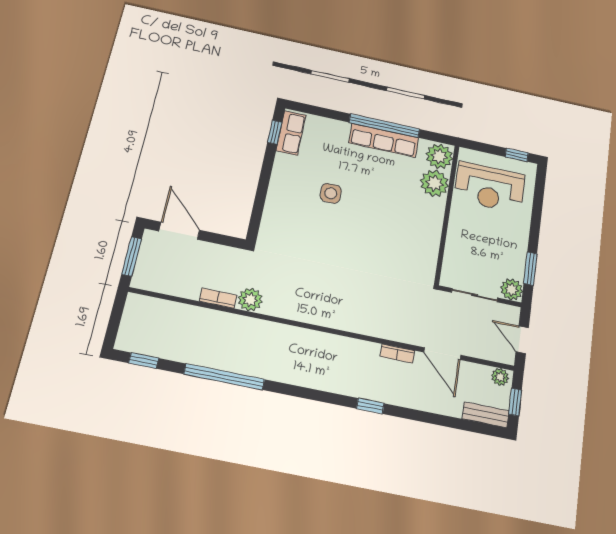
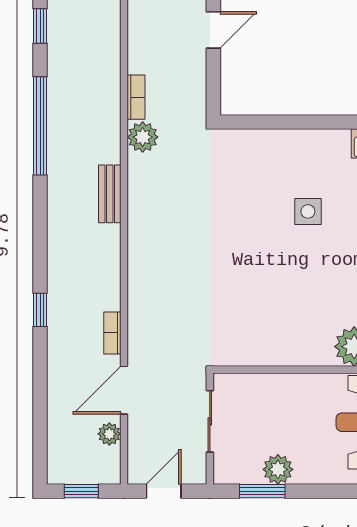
door: (179, 231) -> (213, 30), width x0.73
plant: (512, 289) -> (278, 469), moved
plant: (500, 377) -> (109, 434), moved
bench: (486, 415) -> (110, 194), moved

